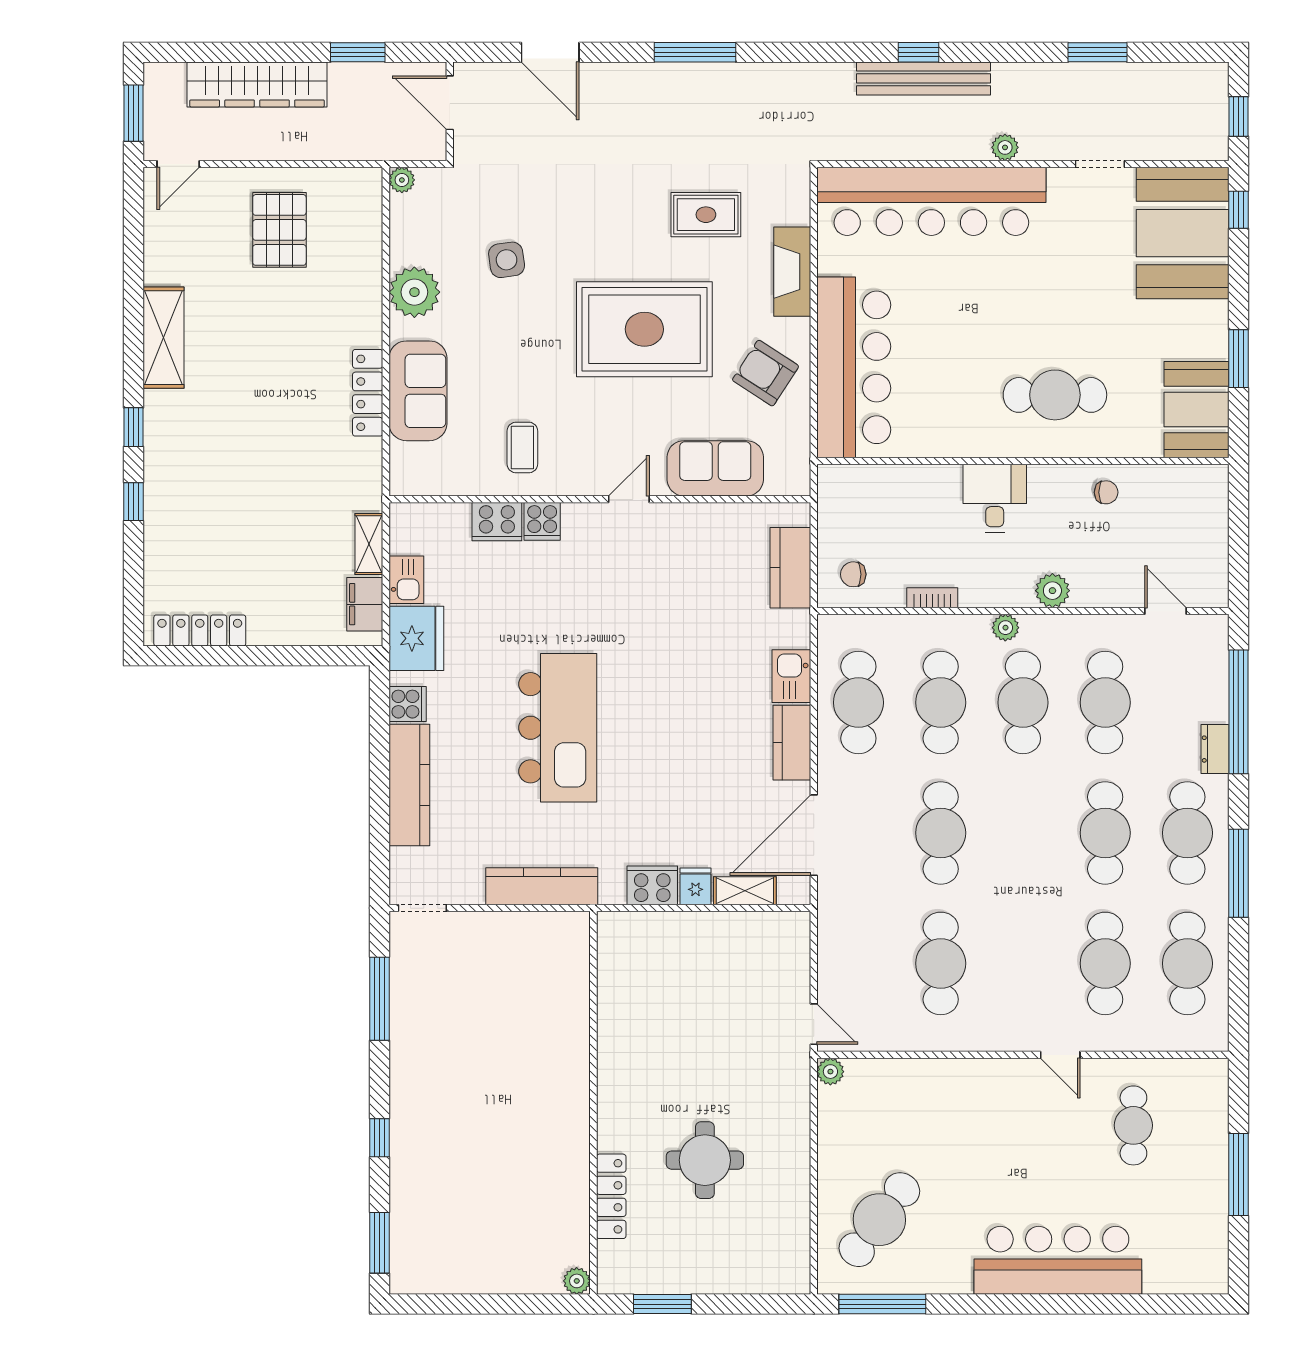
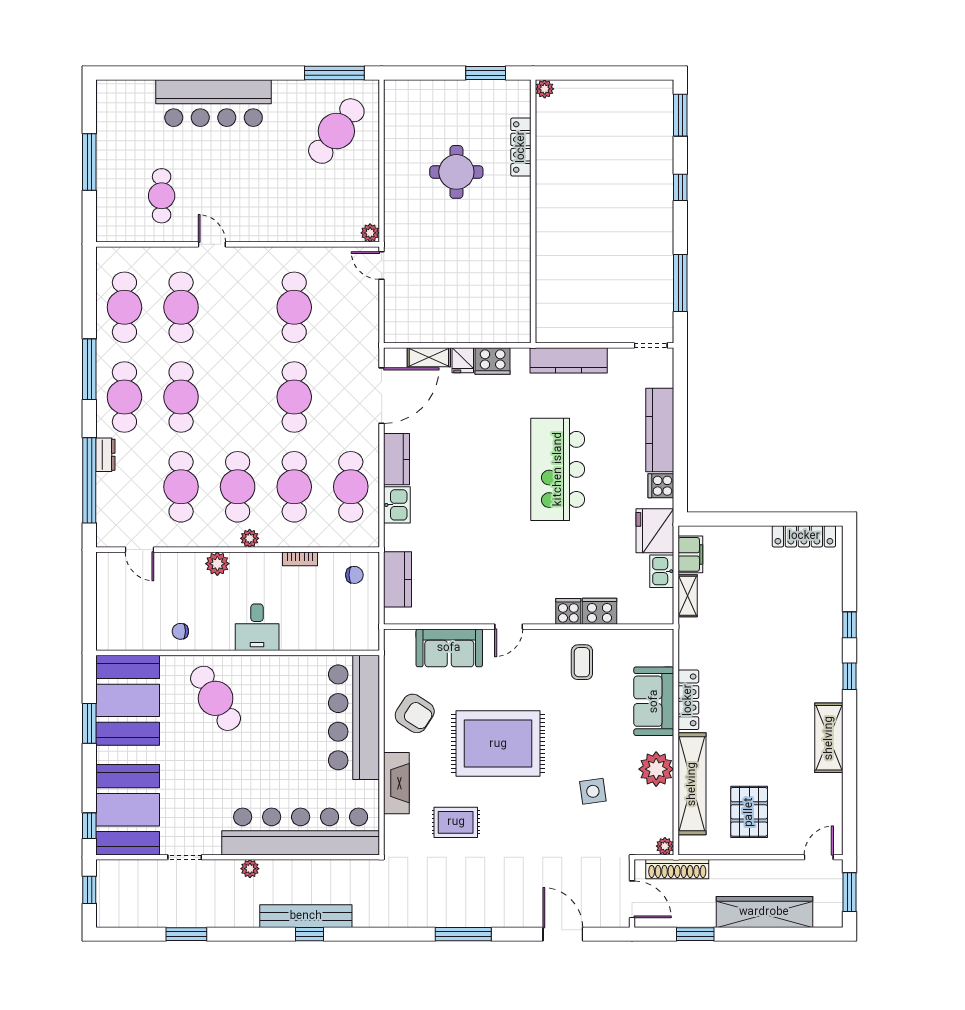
shoe rack: (384, 147) -> (677, 869), added
shelving: (362, 271) -> (692, 784), added
cafe table: (1055, 395) -> (216, 698), turned 58
booth: (1197, 410) -> (128, 700), width x1.36, depth x1.42

